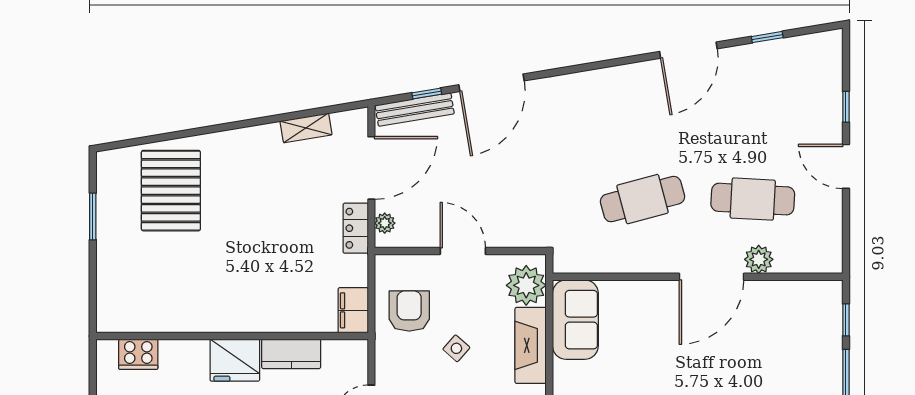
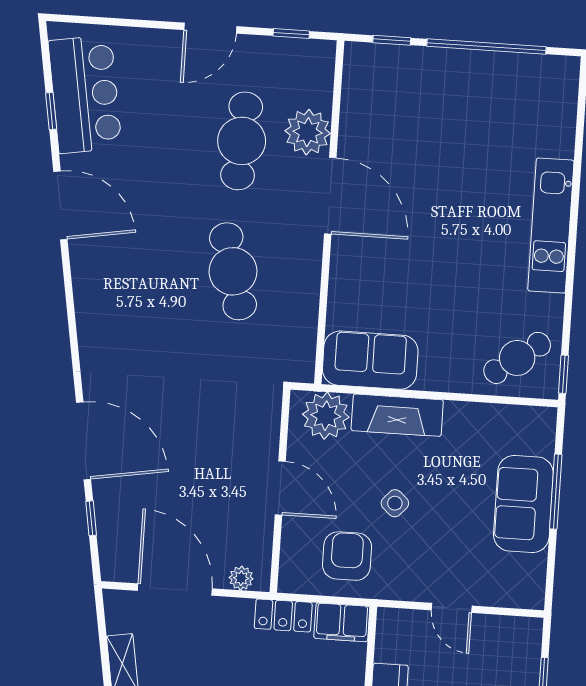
bar counter: (783, 65) -> (85, 94), added
window: (846, 107) -> (291, 34), moved
bench: (415, 110) -> (109, 534), removed
locker: (356, 228) -> (283, 615), moved
door: (463, 251) -> (280, 488), swing flipped
plant: (759, 259) -> (308, 132), width x1.36, depth x1.36
armchair: (409, 311) -> (347, 556), turned 90

